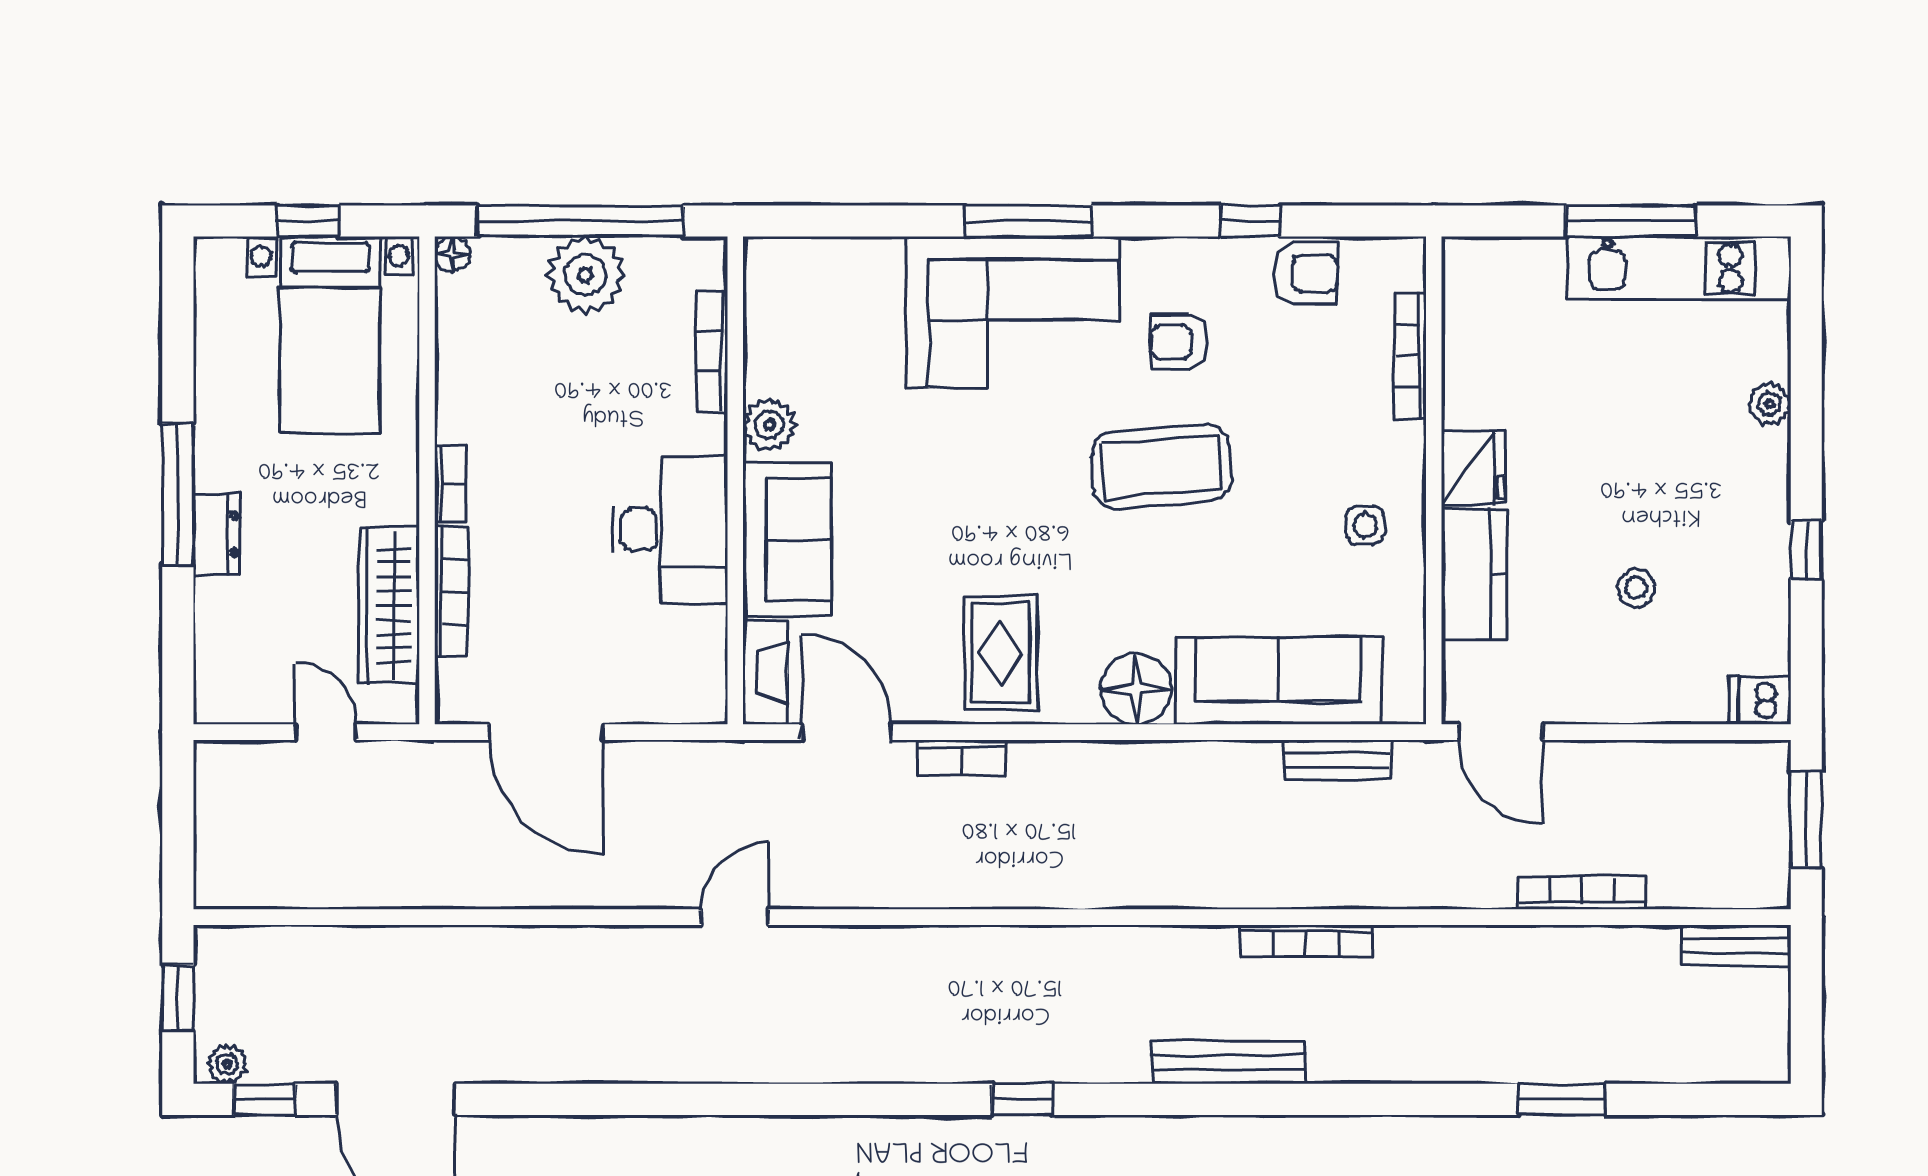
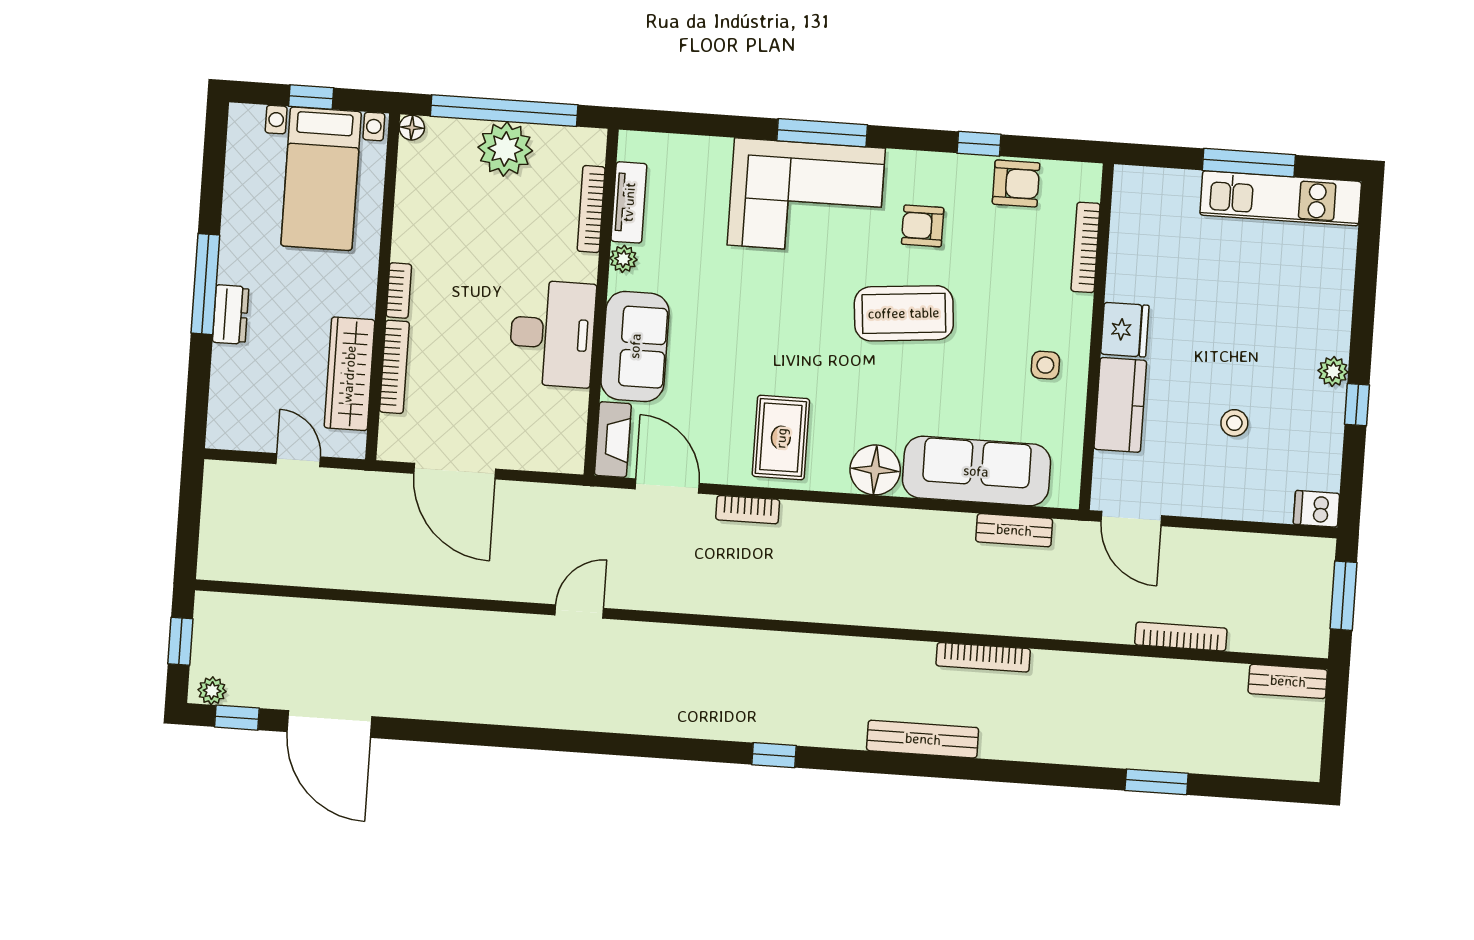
tv unit: (764, 338) -> (629, 202), added
plant: (1769, 404) -> (1333, 371), moved
plant: (769, 425) -> (623, 259), width x0.73, depth x0.73

